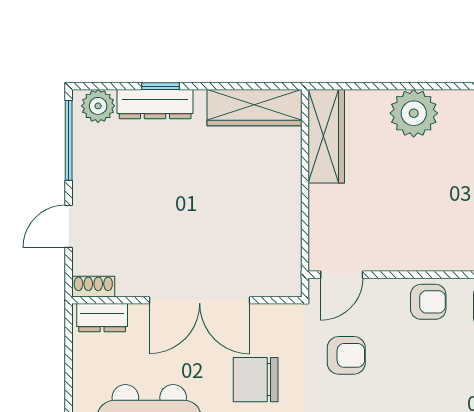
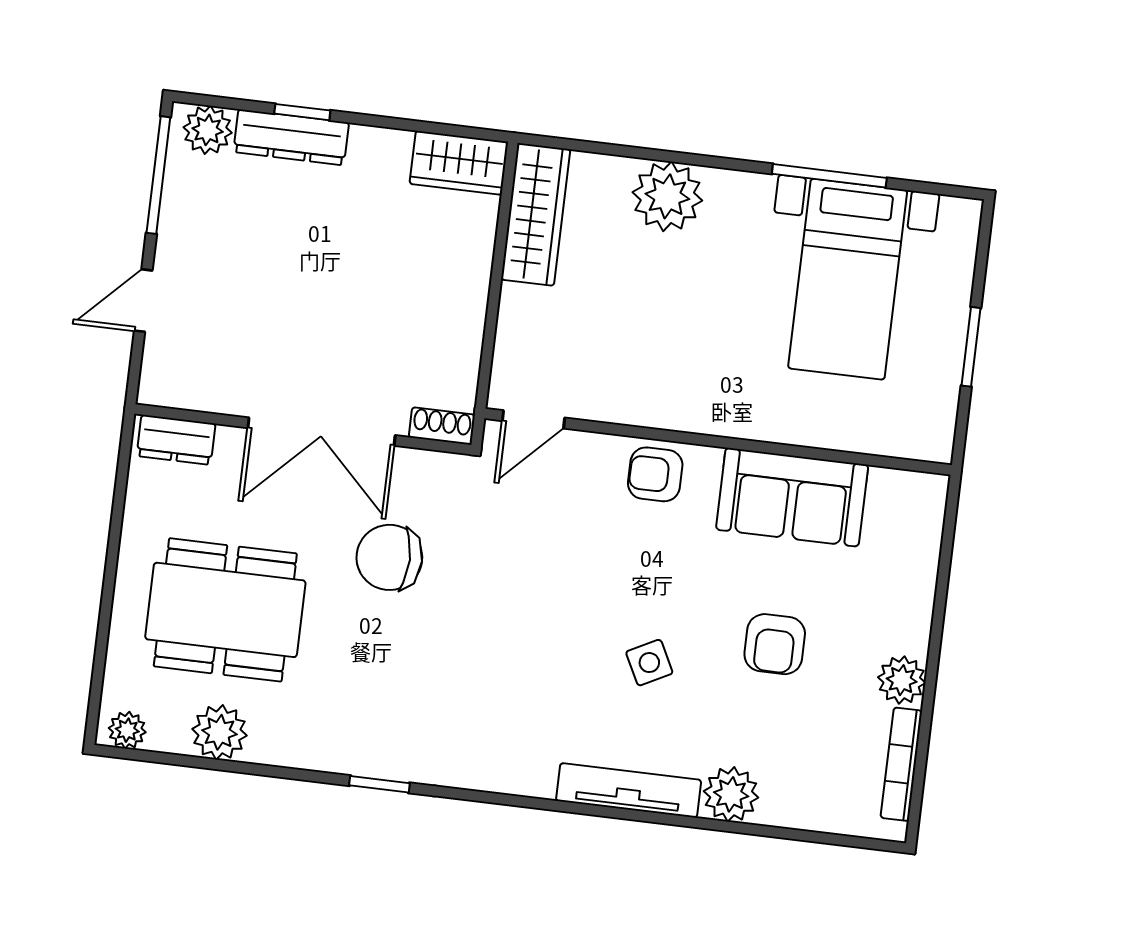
wardrobe: (254, 108) -> (459, 163), width x0.67
shoe rack: (93, 287) -> (442, 426), moved
armchair: (428, 302) -> (655, 474), turned 180
armchair: (346, 355) -> (526, 538), removed

